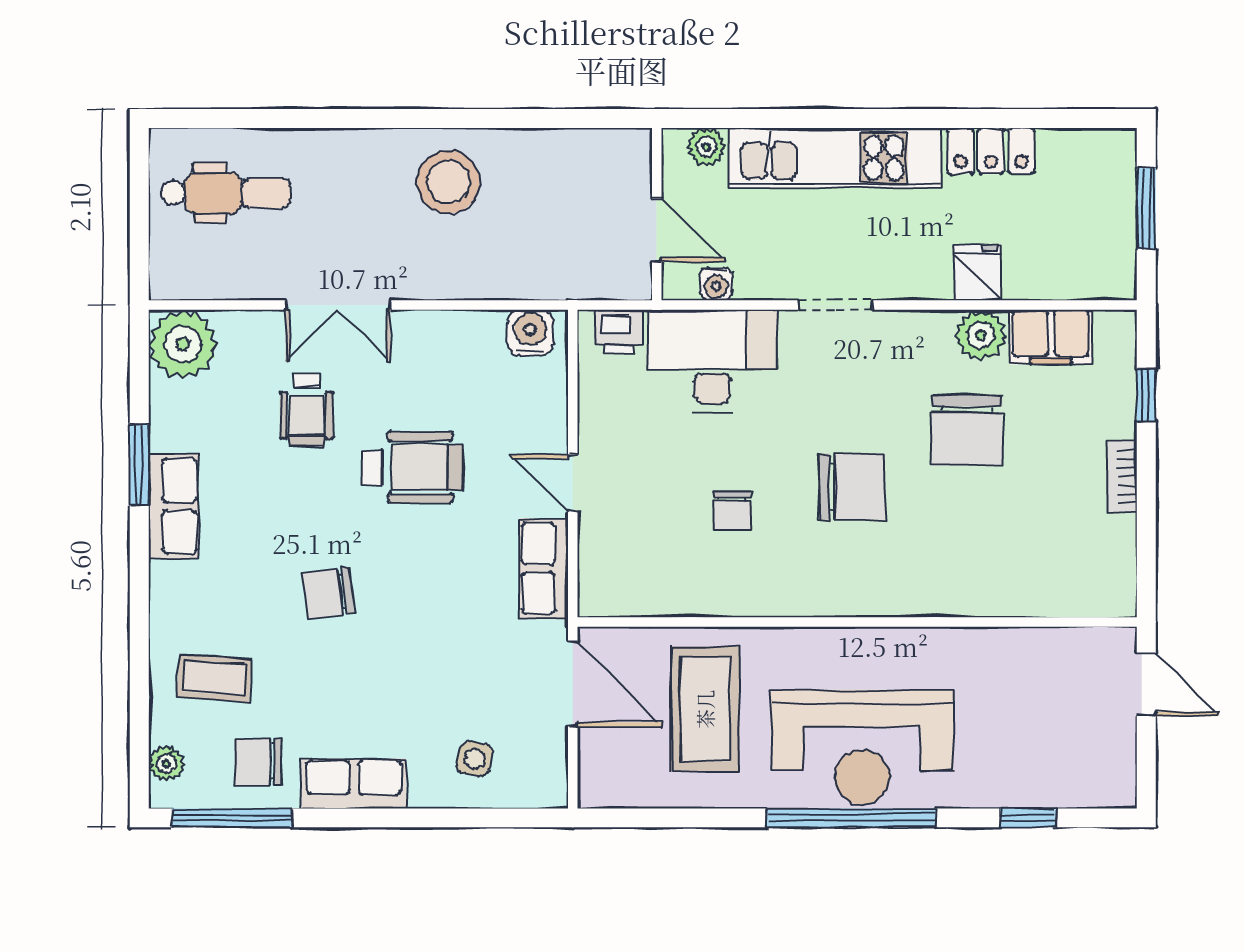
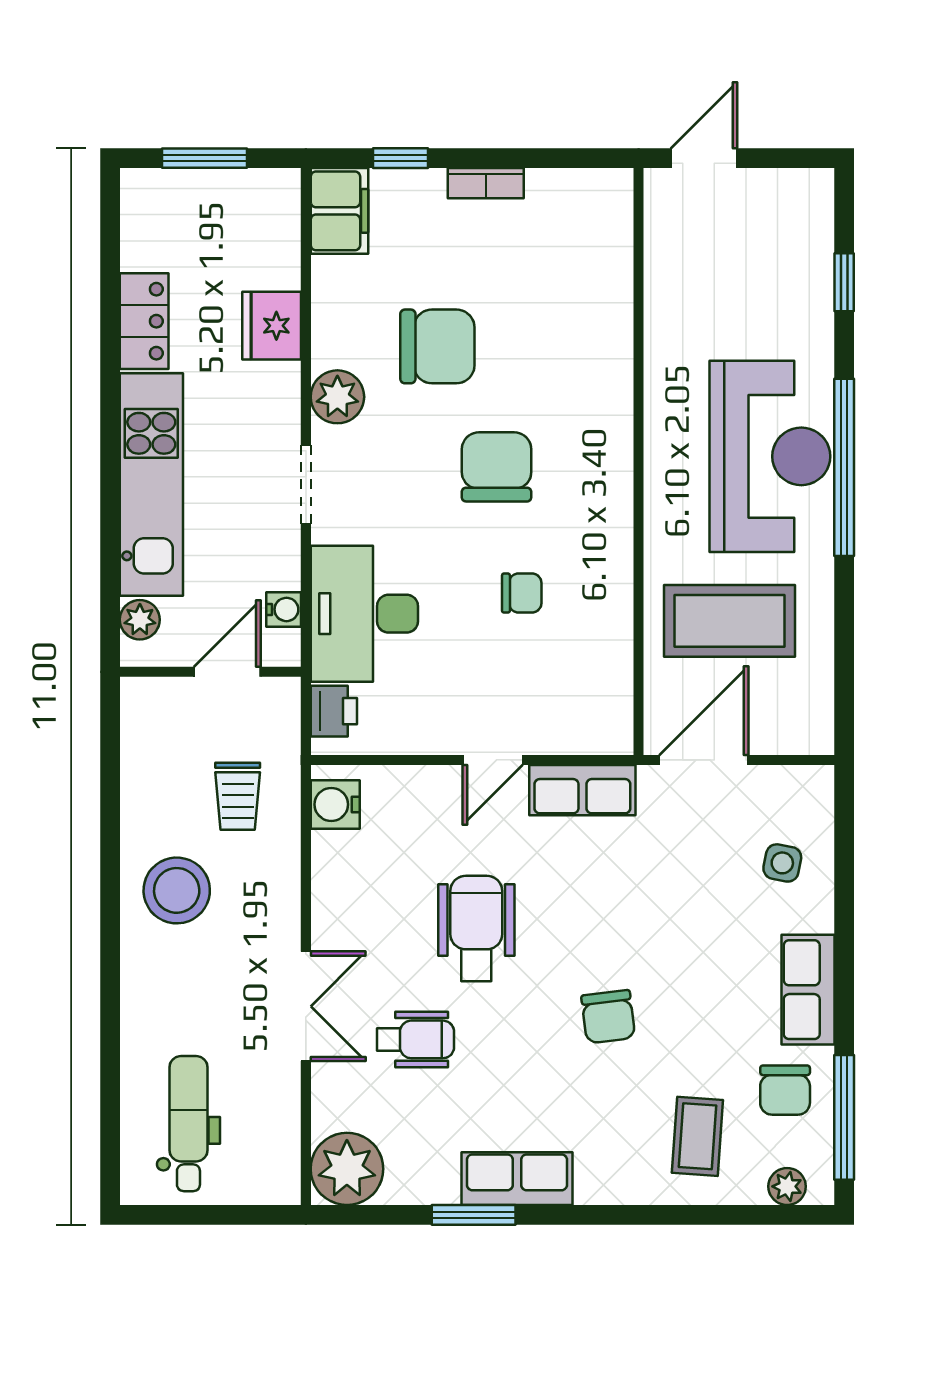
trolley: (538, 240) -> (238, 796), added
fridge: (978, 272) -> (272, 326), width x1.38
plant: (981, 335) -> (337, 397), moved
filing cabinet: (1051, 337) -> (339, 211), moved

